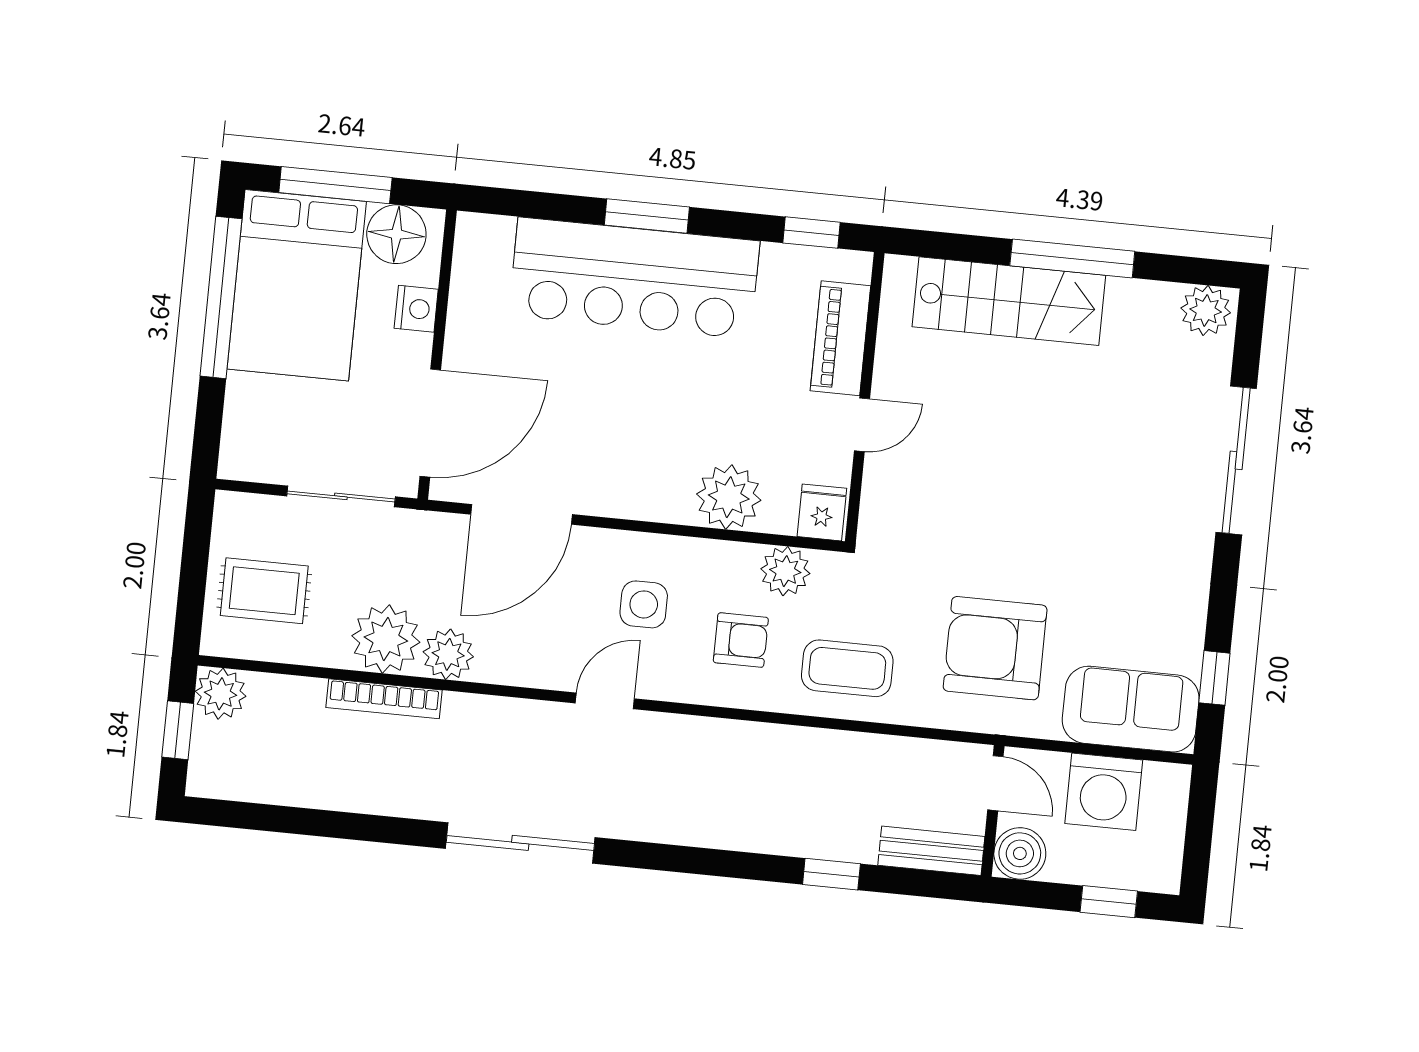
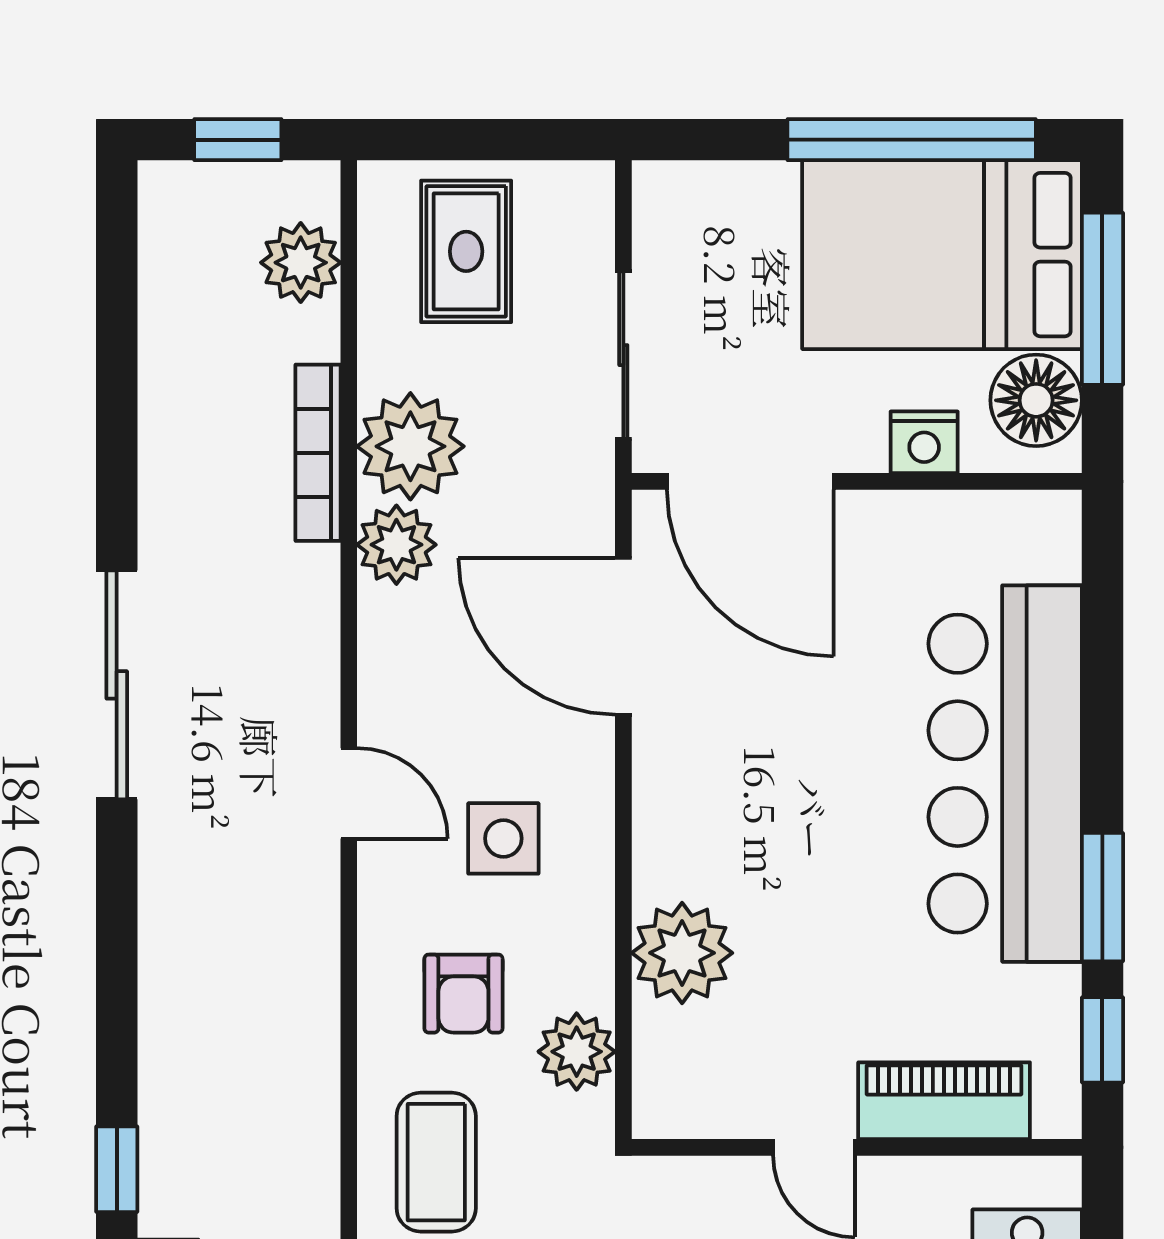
window: (647, 216) -> (1102, 897), moved
fridge: (822, 512) -> (673, 1099), removed
plant: (221, 694) -> (301, 263), moved

